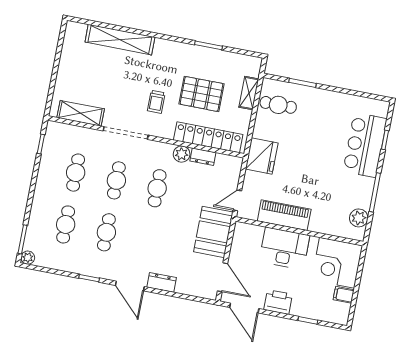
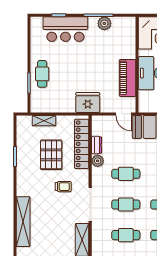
cafe table: (278, 105) -> (42, 74), moved
plant: (359, 218) -> (104, 23), moved

